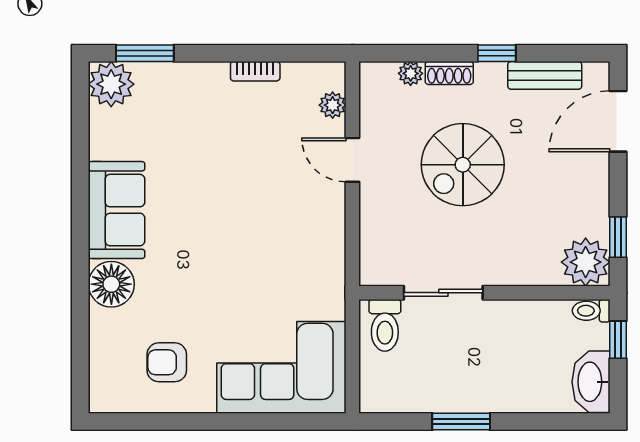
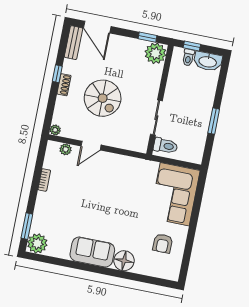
plant: (411, 73) -> (55, 130), moved
shoe rack: (449, 73) -> (64, 85), moved
bench: (545, 75) -> (74, 43), moved
toilet: (591, 311) -> (188, 57), moved

